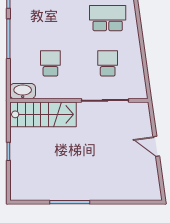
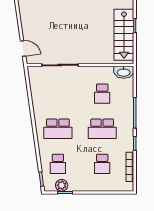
school desk: (108, 63) -> (102, 129), moved, width x1.85
stairs: (43, 114) -> (124, 35), moved, turned -90
door: (156, 146) -> (23, 49), moved

